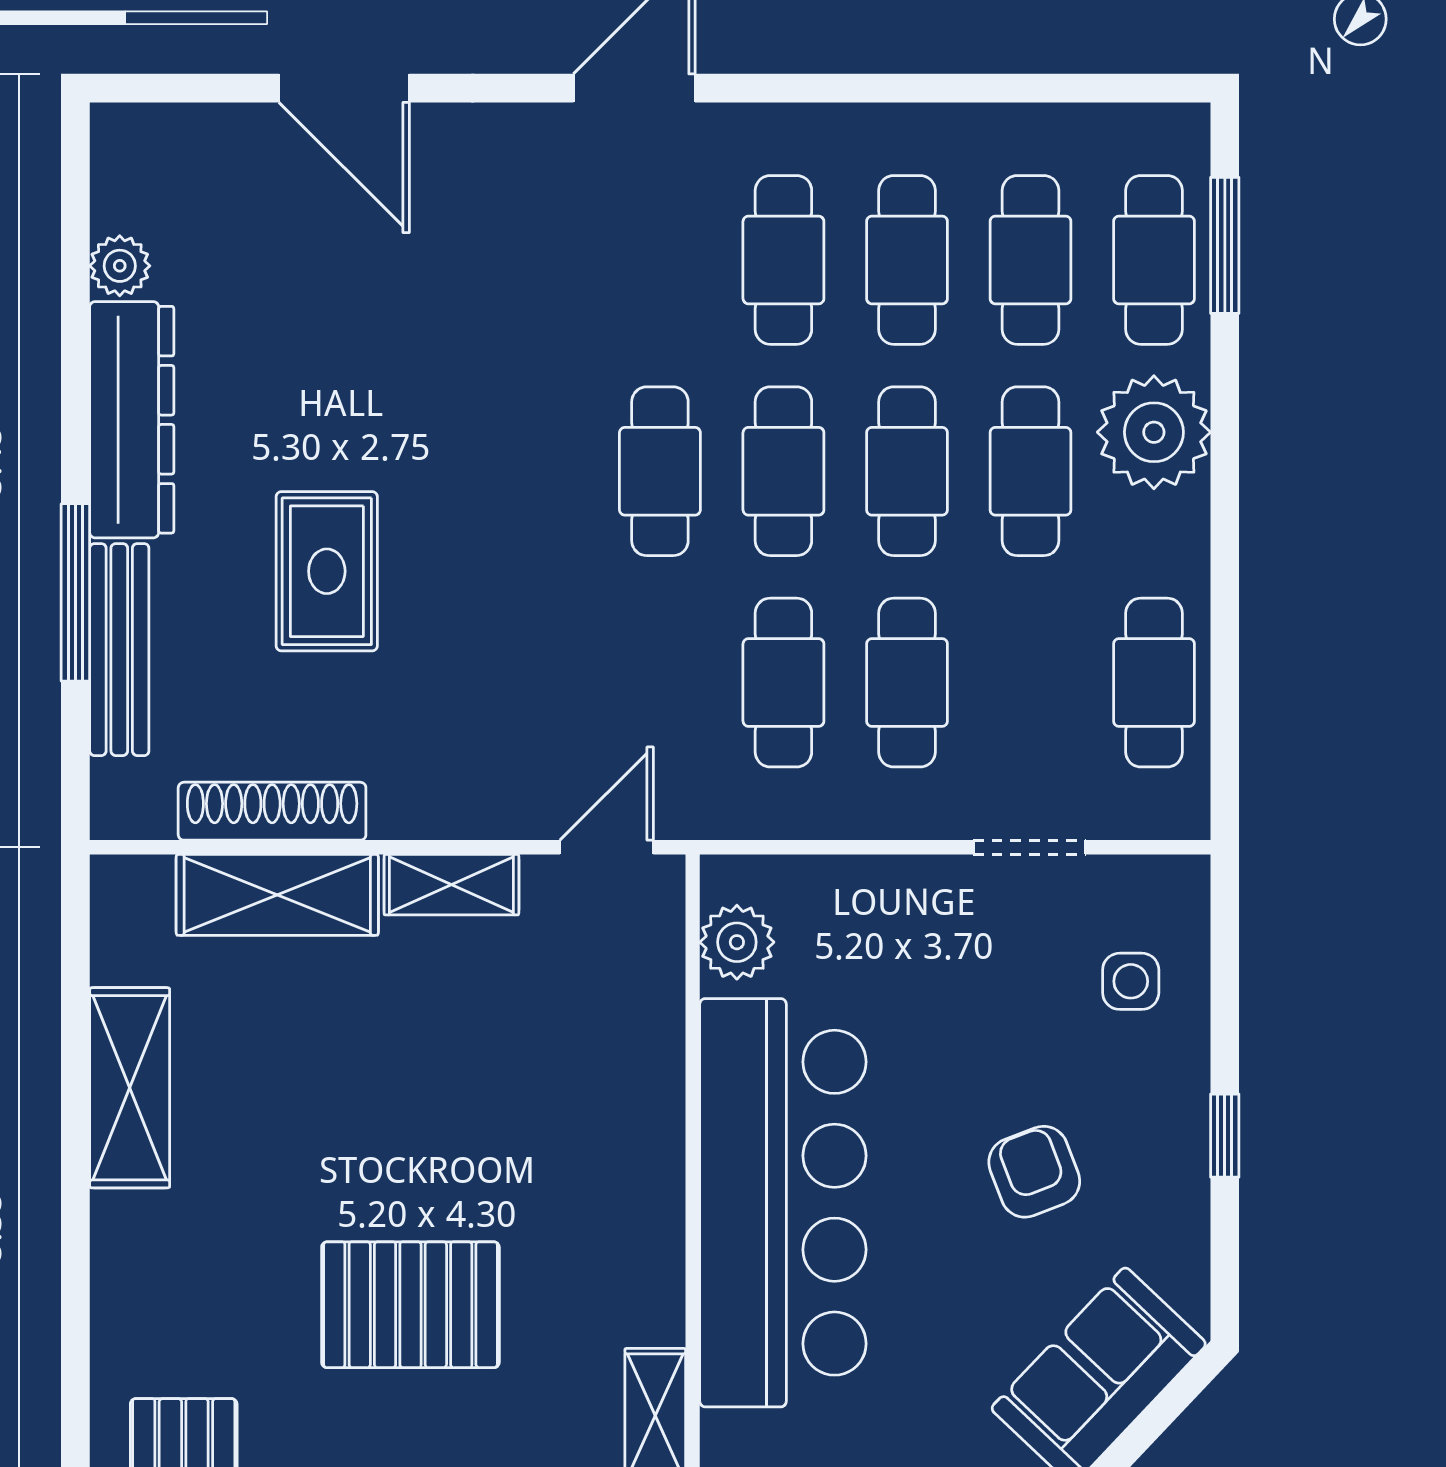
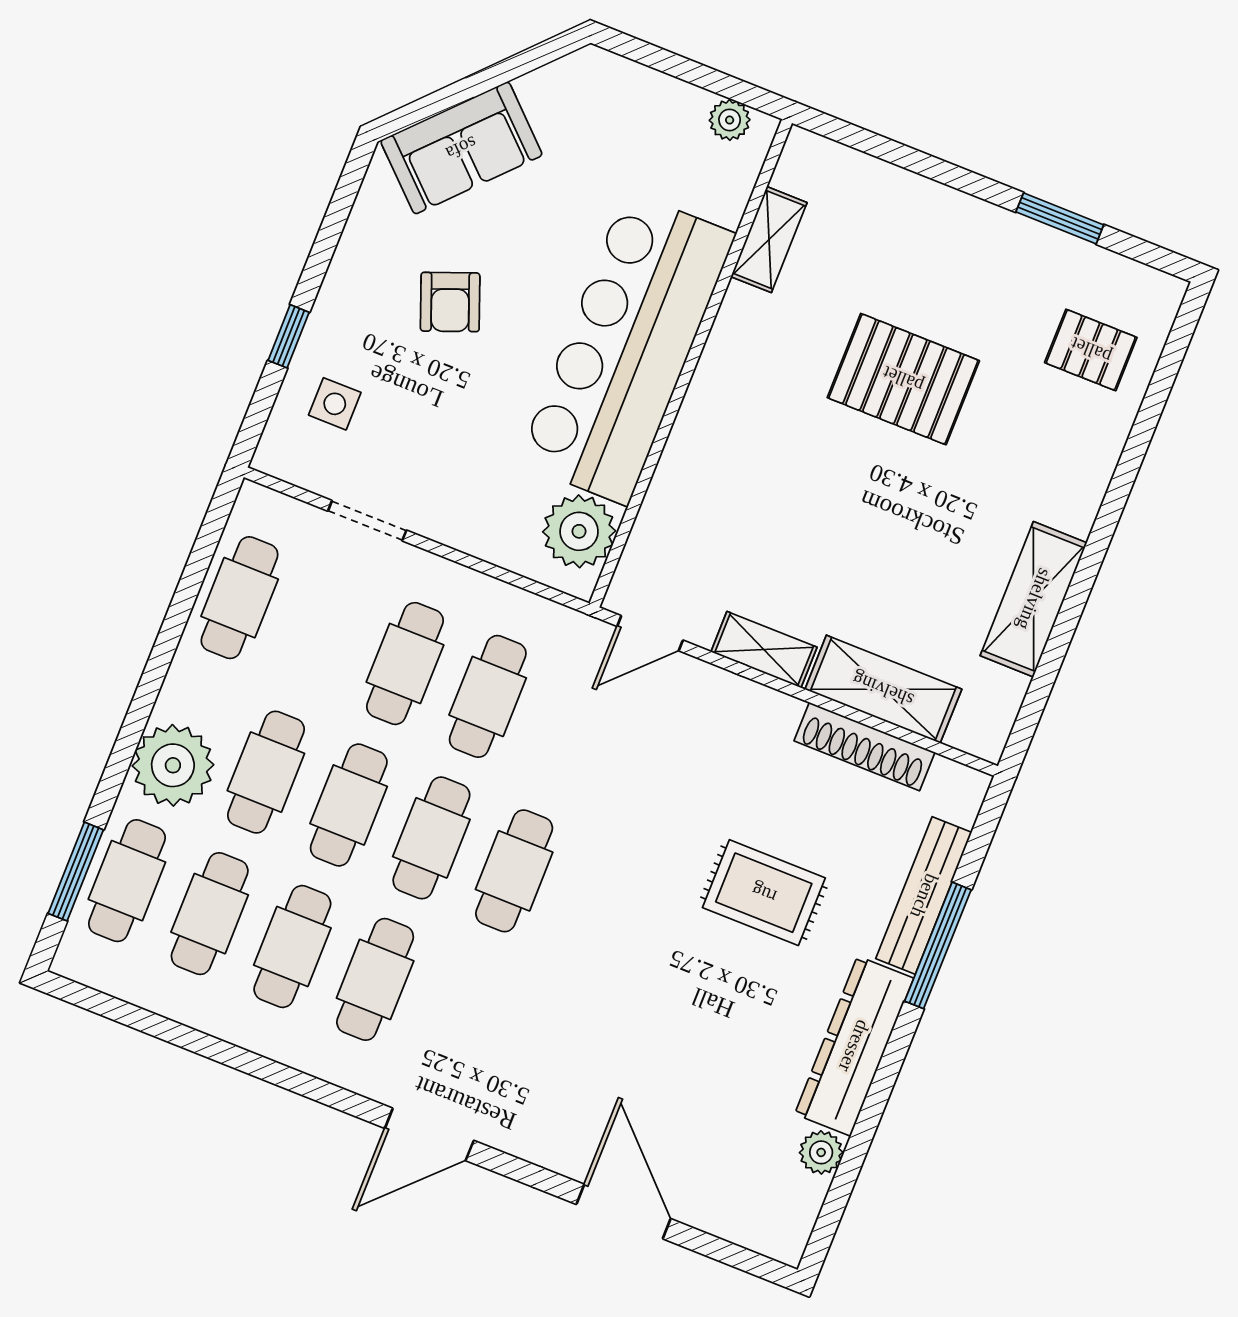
rug: (327, 571) -> (764, 893), turned 90
plant: (737, 942) -> (579, 531), width x1.36, depth x1.36
window: (1225, 1136) -> (289, 336), moved

